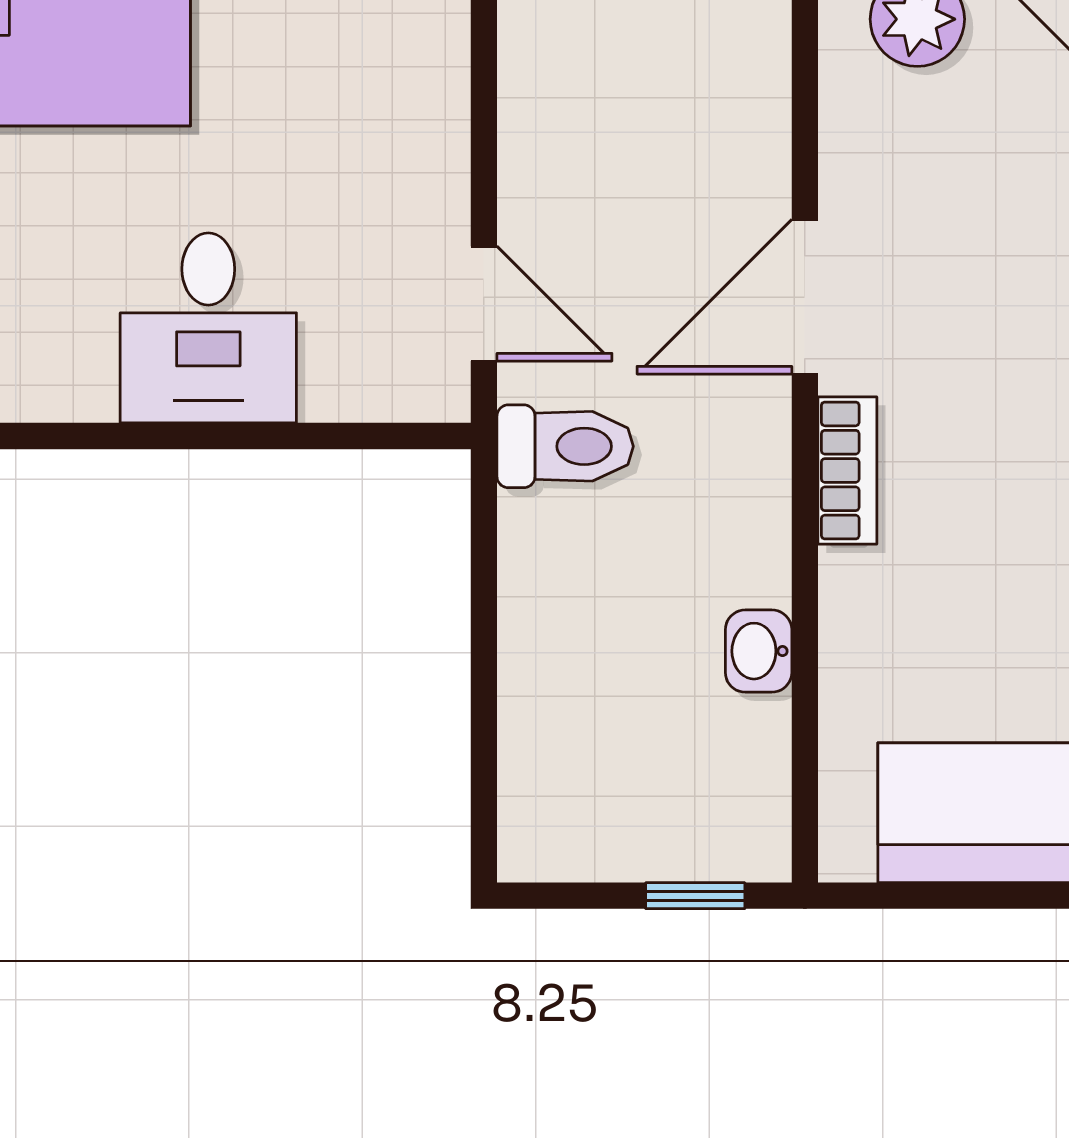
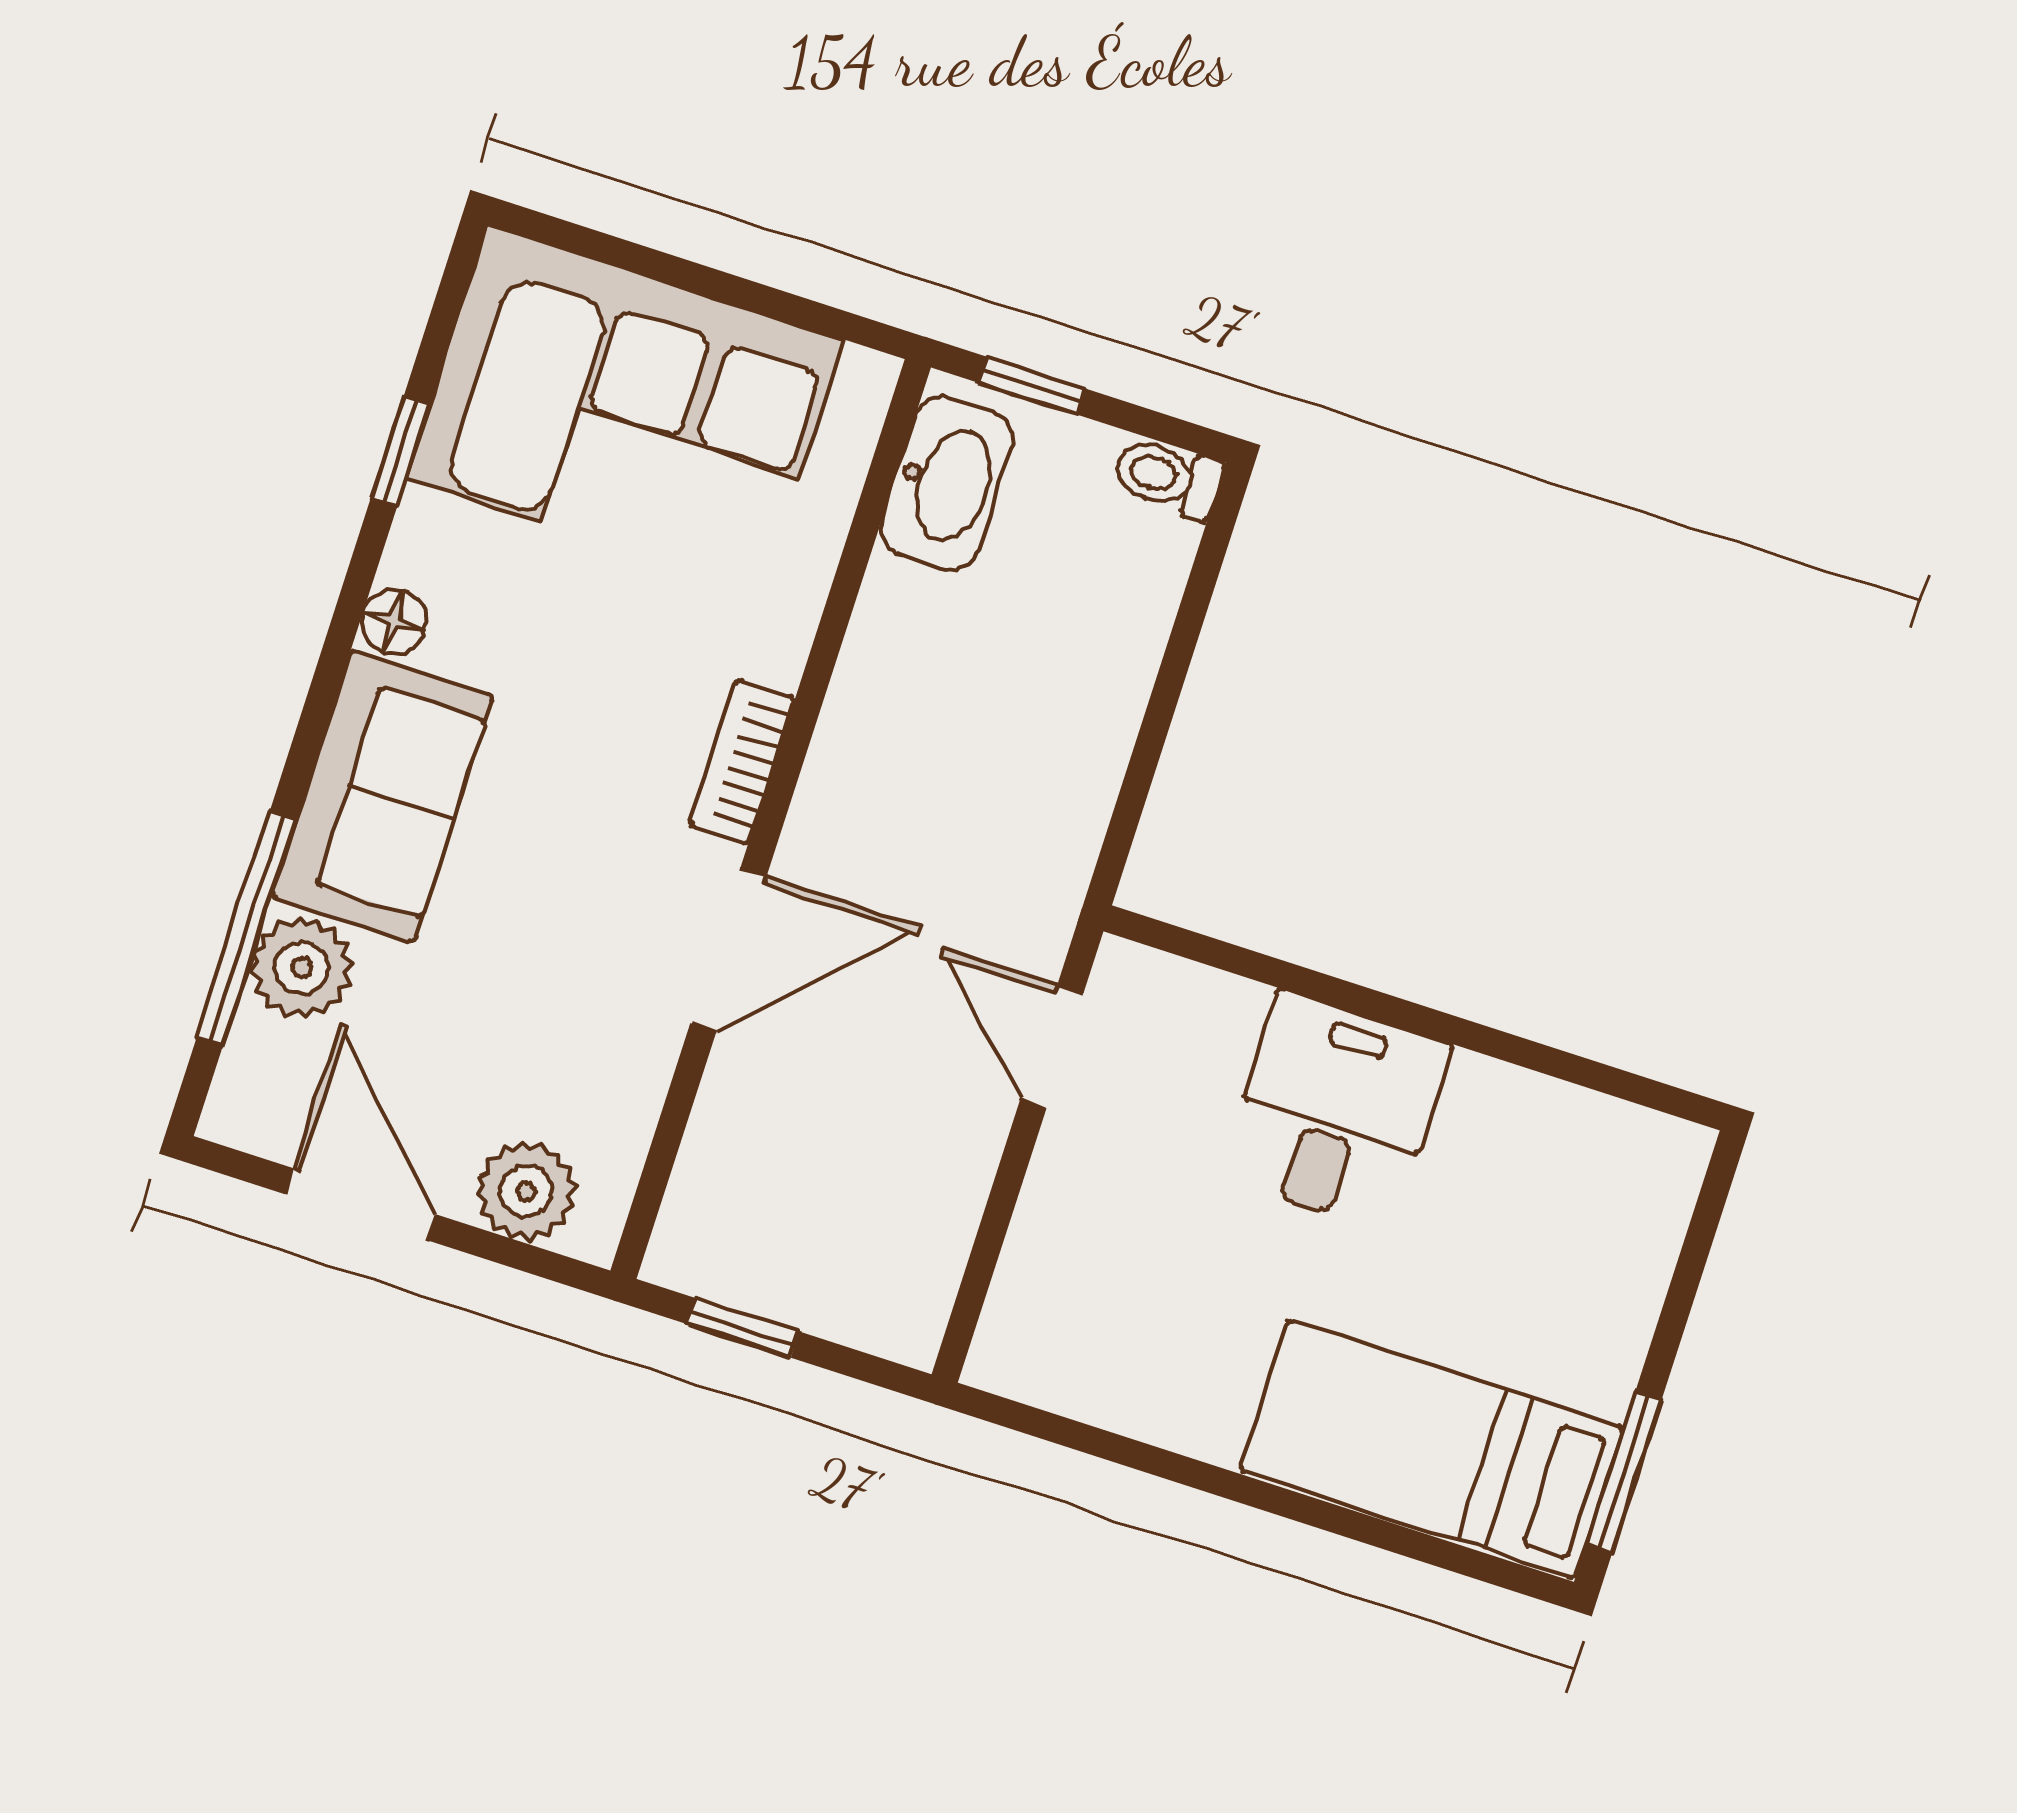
toilet: (565, 446) -> (1167, 477), moved, width x0.73, depth x0.72
washbasin: (759, 651) -> (947, 483), moved, width x1.91, depth x1.45

